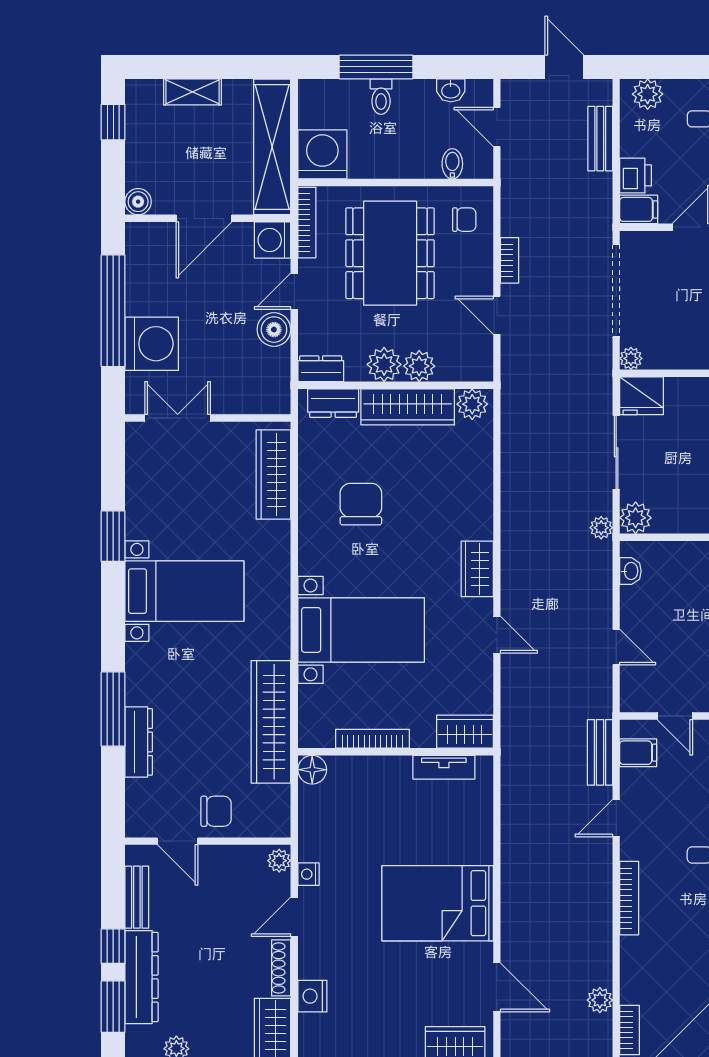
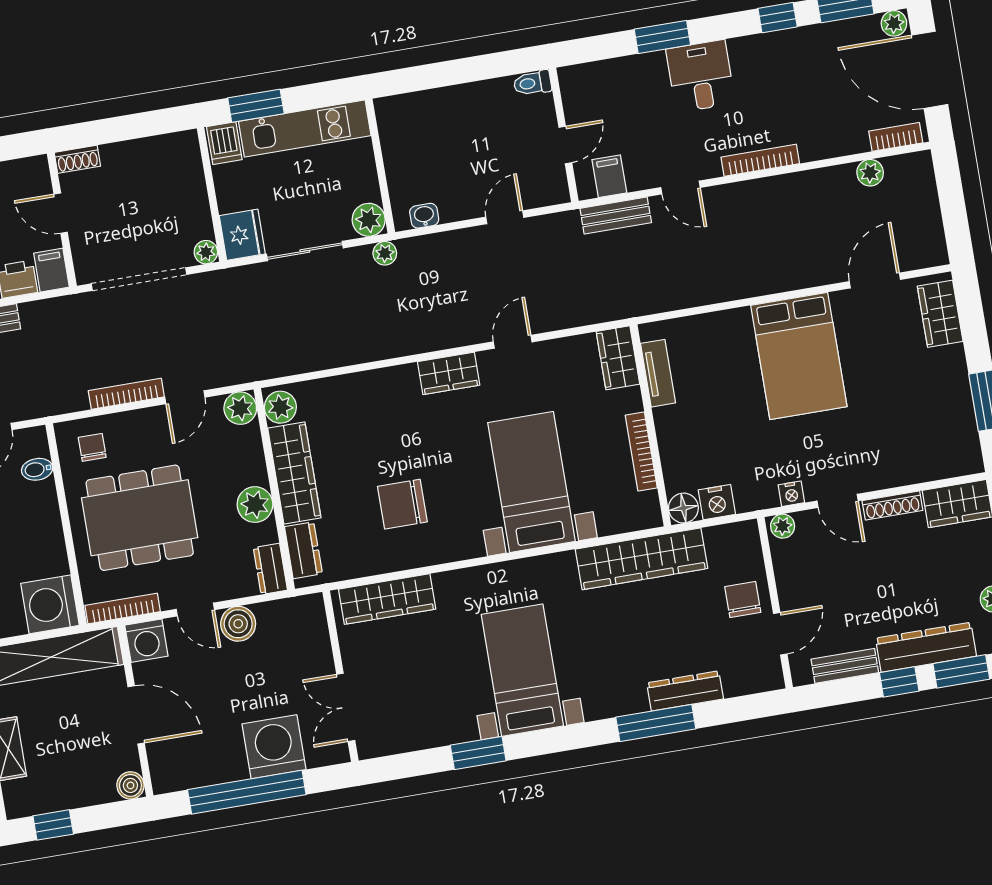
bookcase: (510, 260) -> (126, 394), width x1.56
plant: (419, 366) -> (240, 408), moved
nightstand: (312, 996) -> (717, 502), moved

